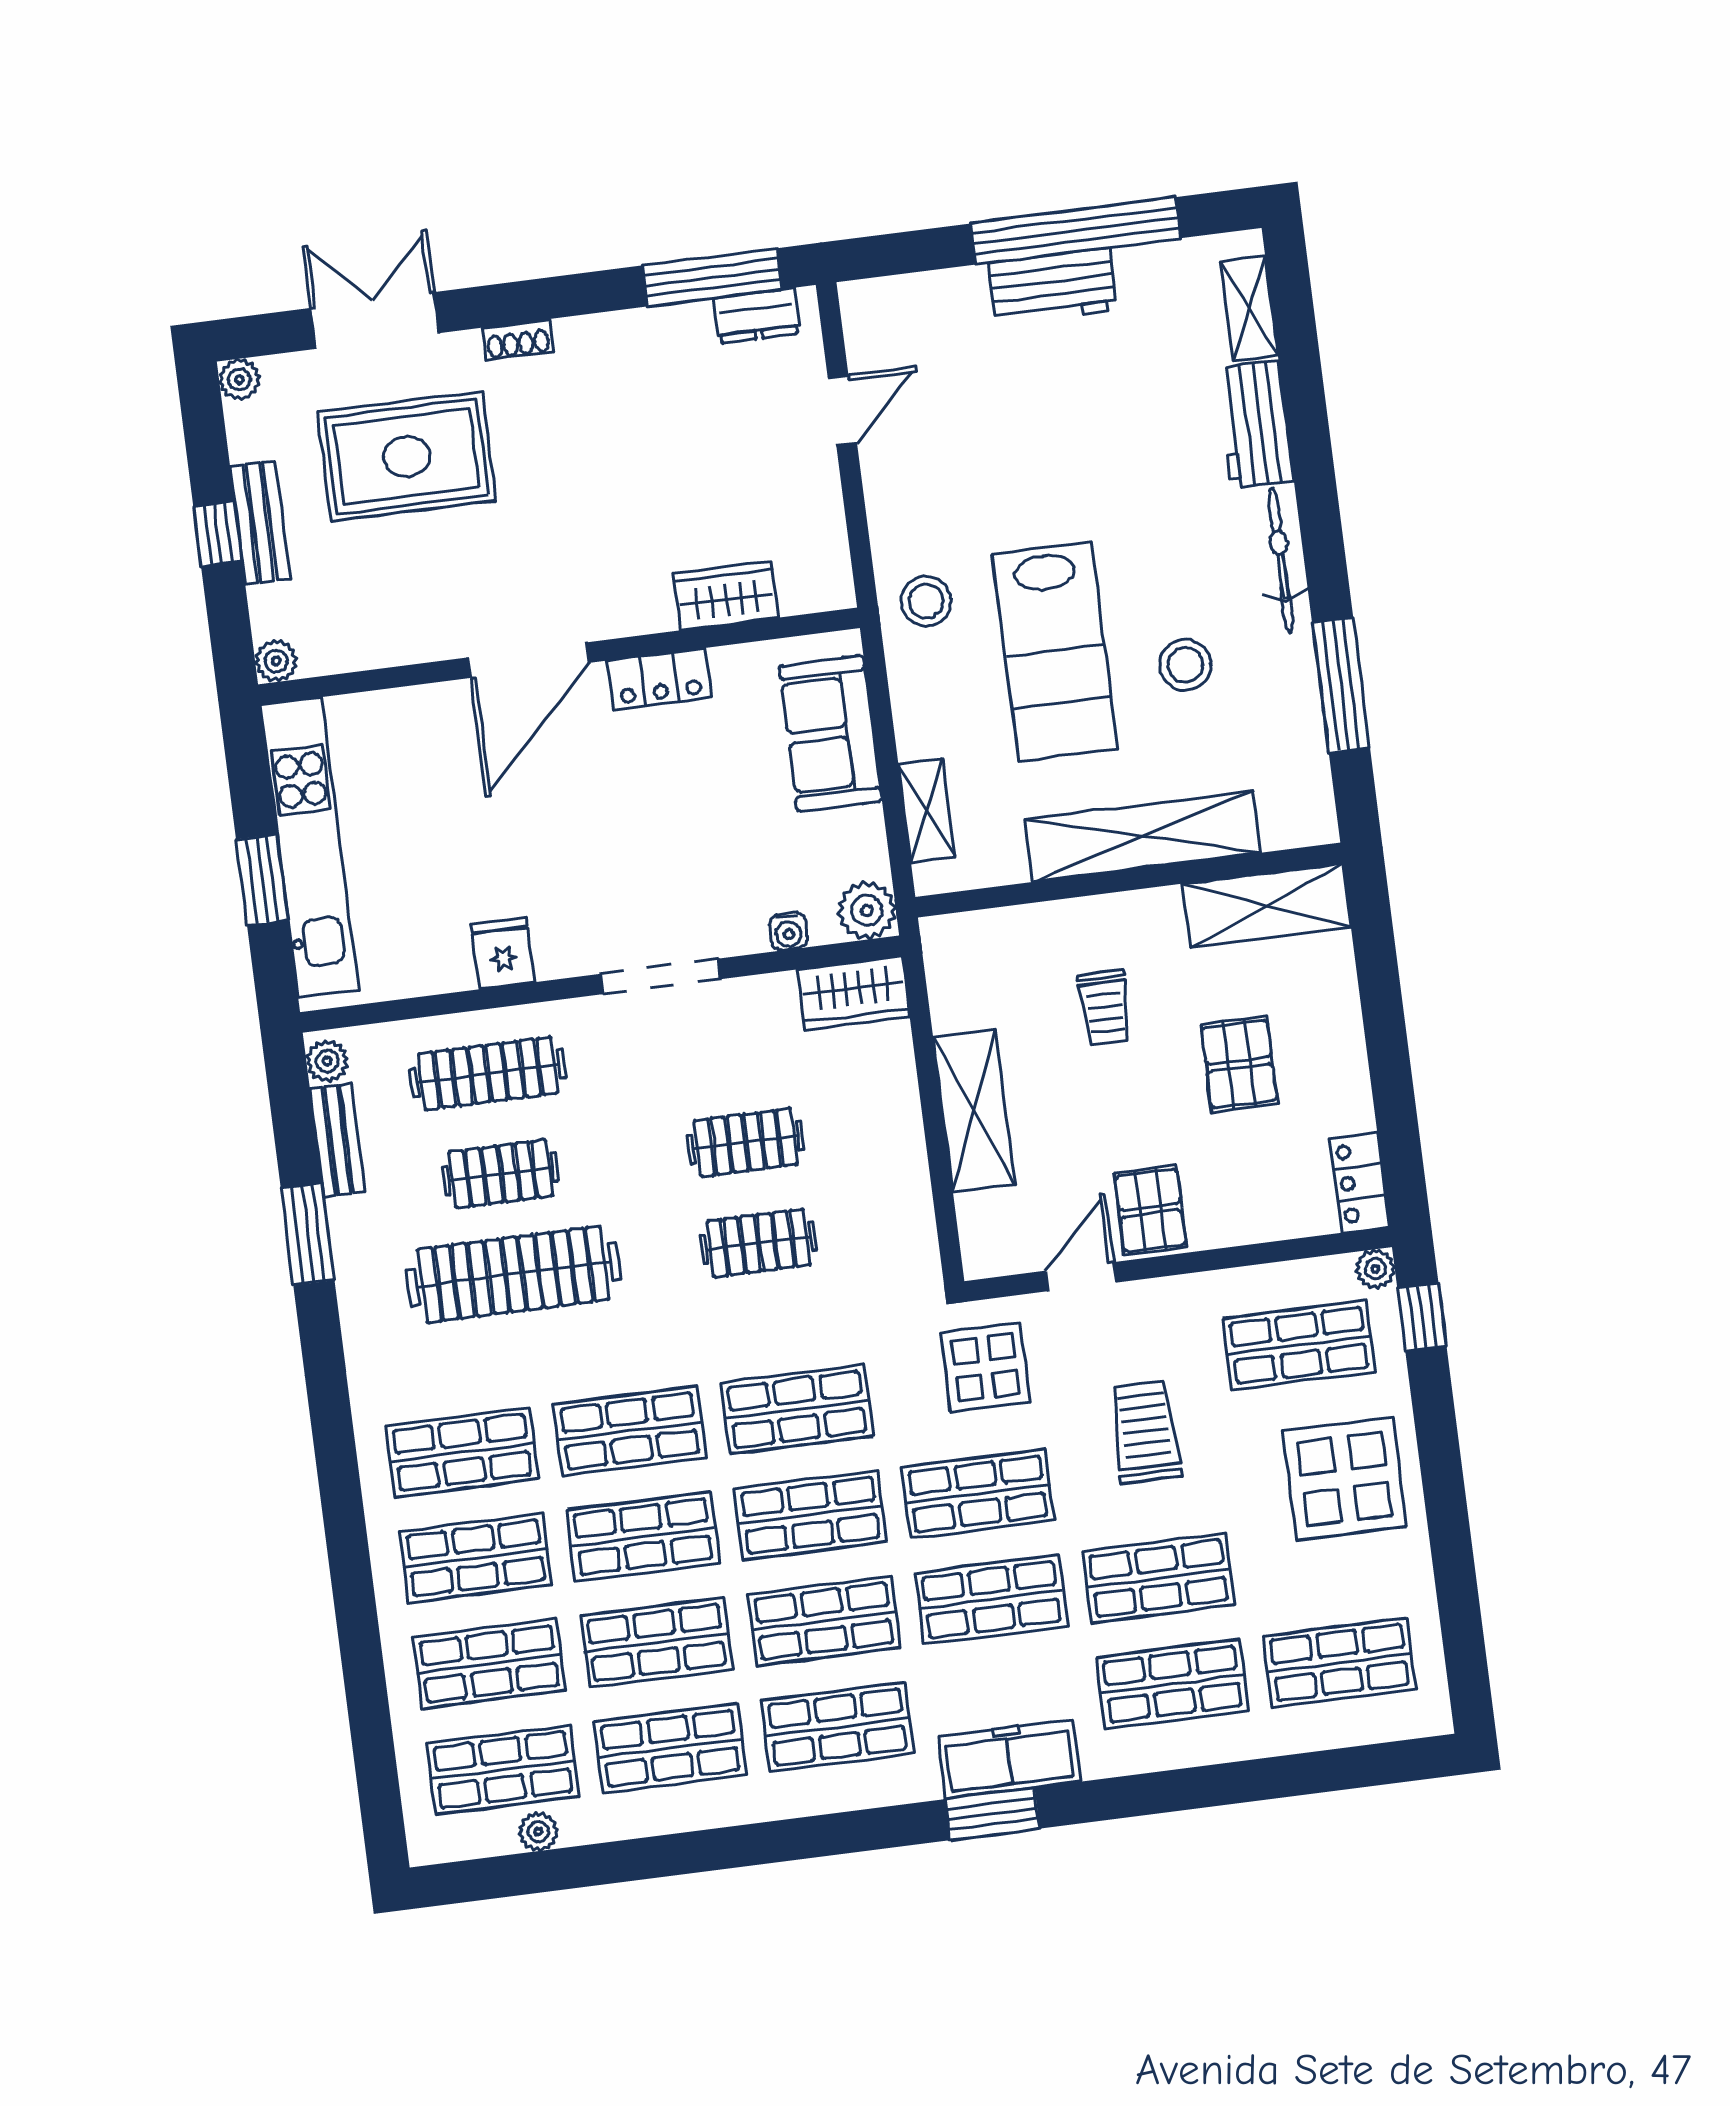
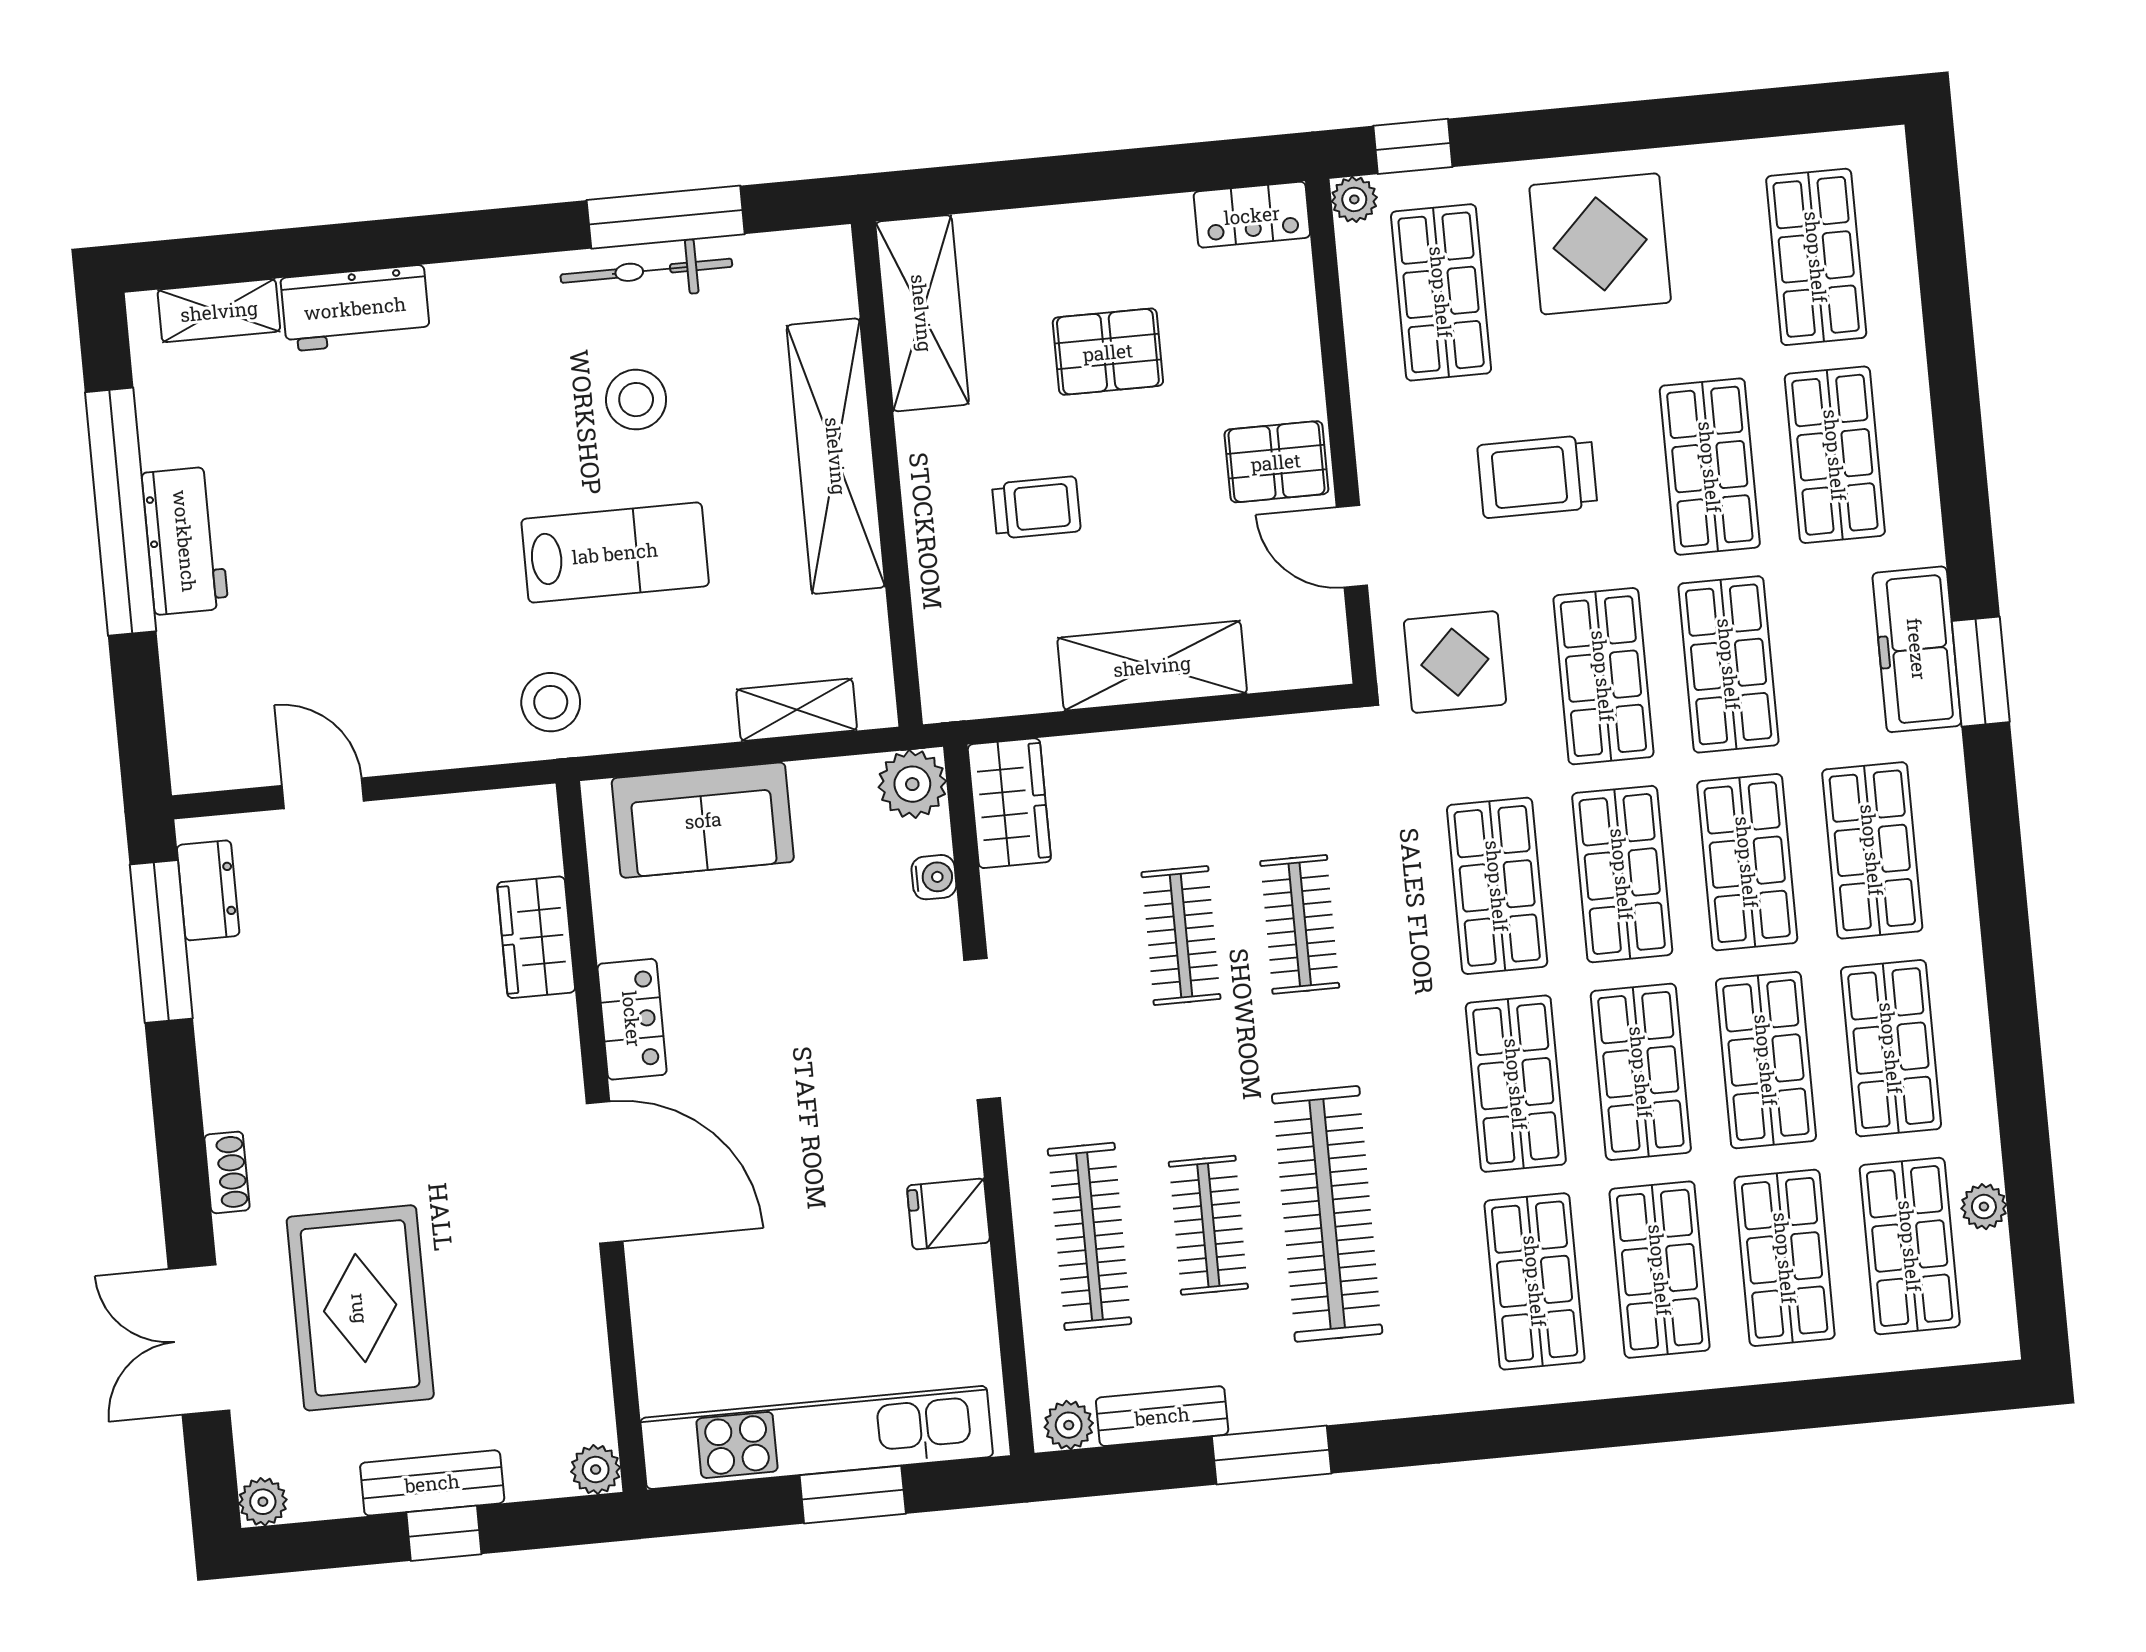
bicycle: (1281, 560) -> (646, 271), moved
lab bench: (1055, 652) -> (615, 553), width x0.73, depth x0.72

